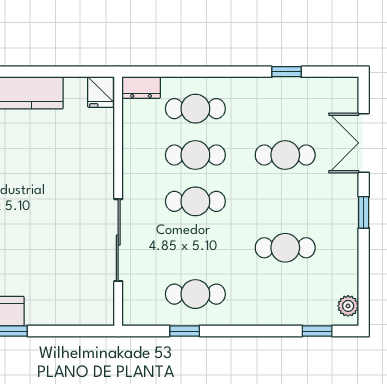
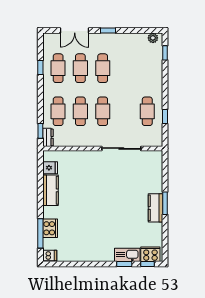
window: (155, 72) -> (40, 131), added
fridge: (100, 92) -> (50, 168), moved
cafe table: (285, 109) -> (58, 68), added
cafe table: (285, 248) -> (103, 68), moved

